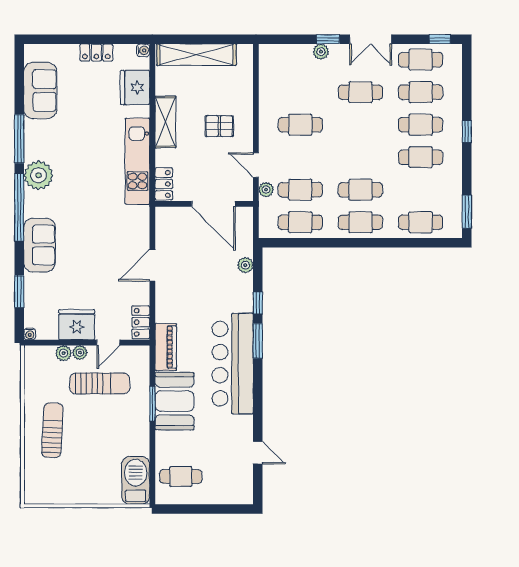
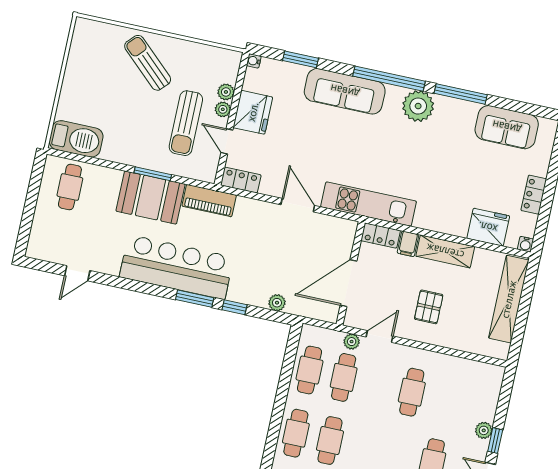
filing cabinet: (166, 157) -> (408, 244), added
kitchen unit: (137, 161) -> (369, 204), moved
sofa: (39, 245) -> (345, 91), width x1.36
sun lounger: (52, 430) -> (148, 63), turned -140

